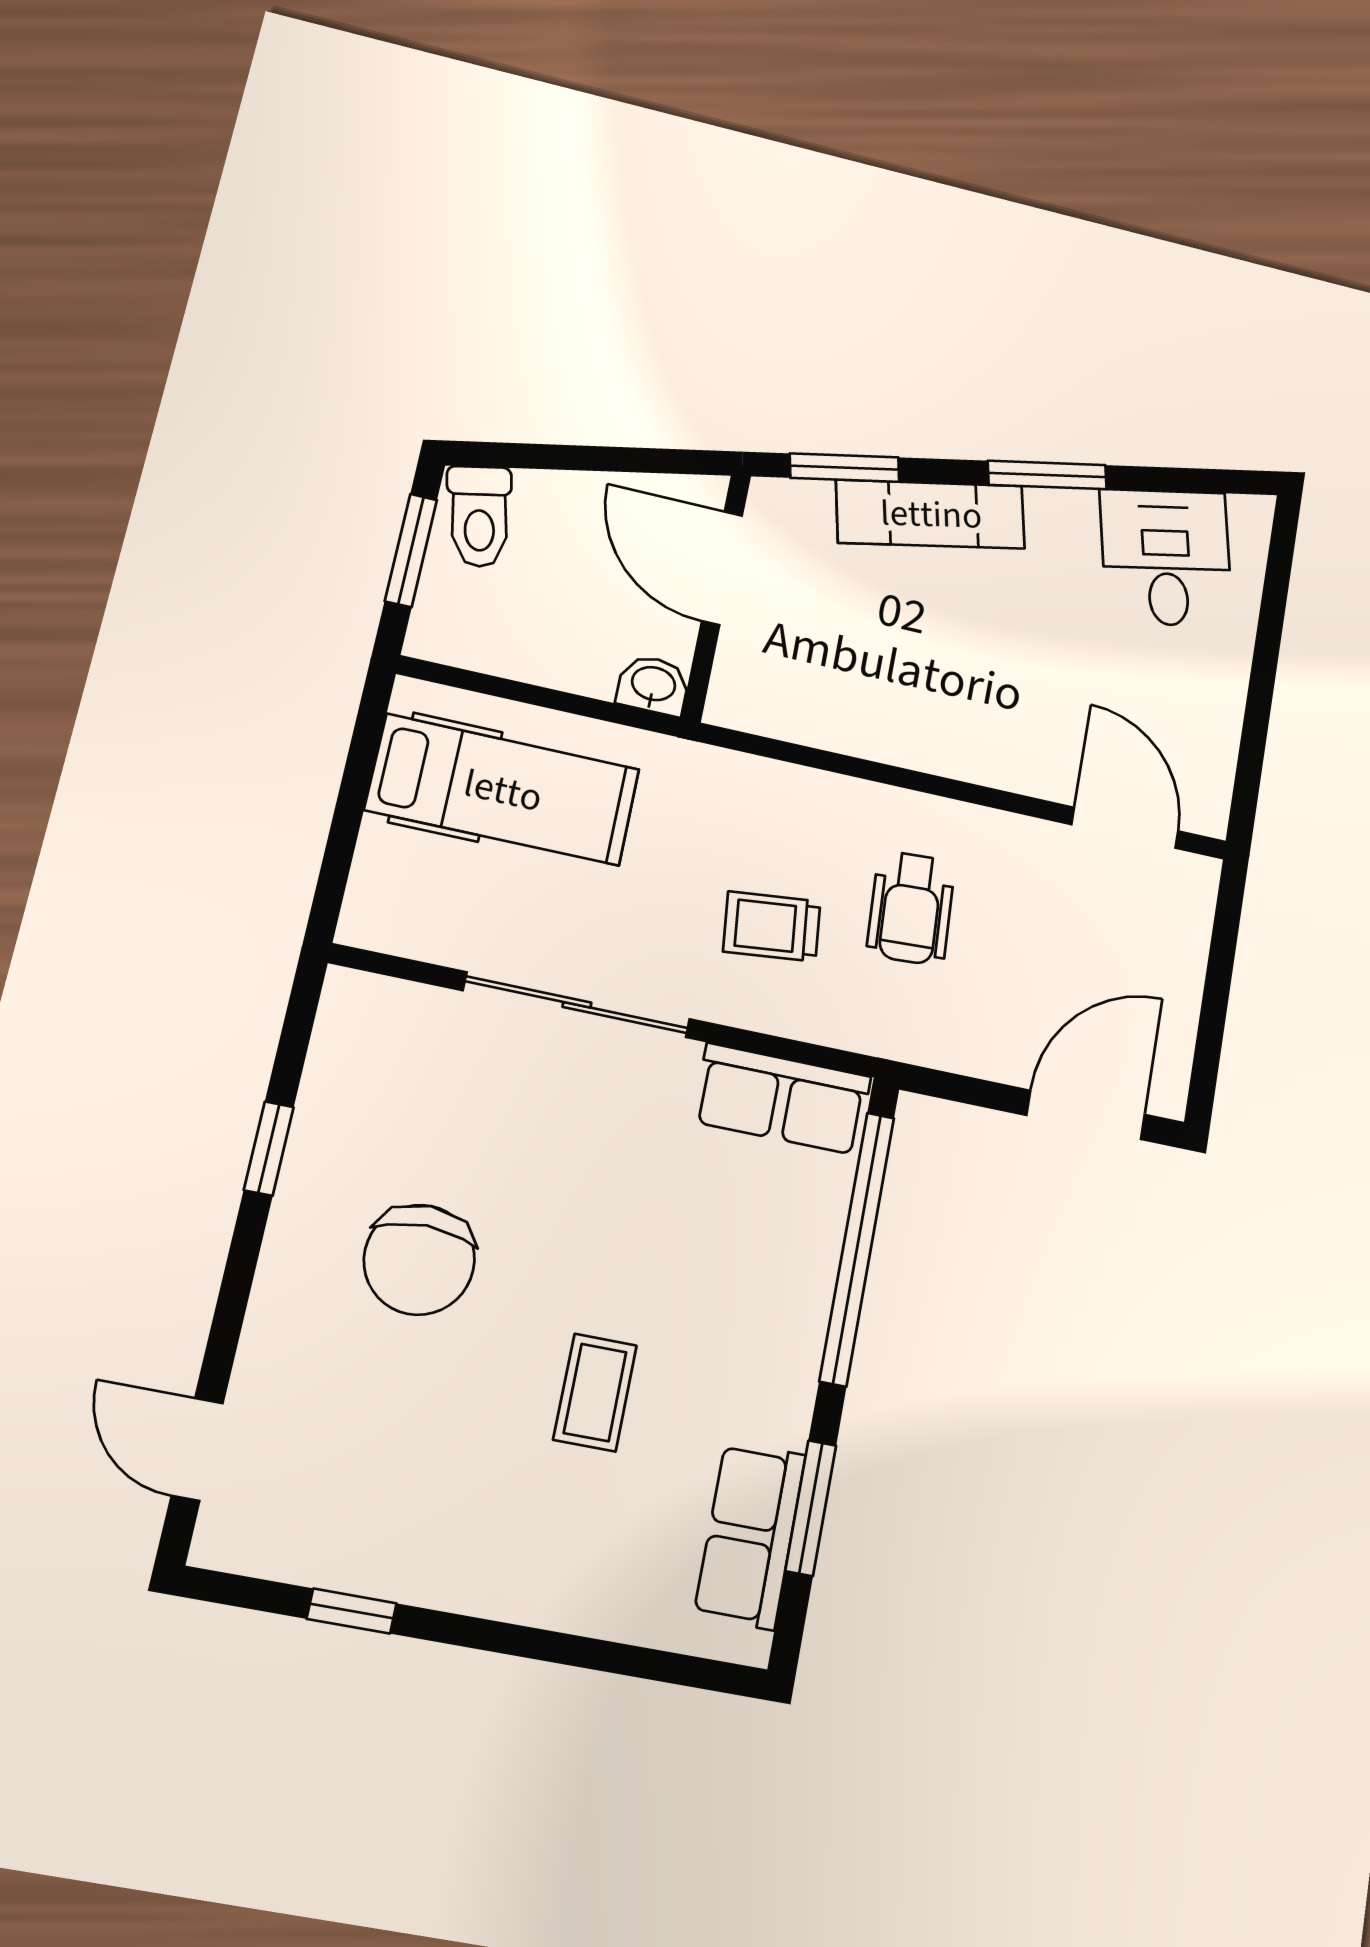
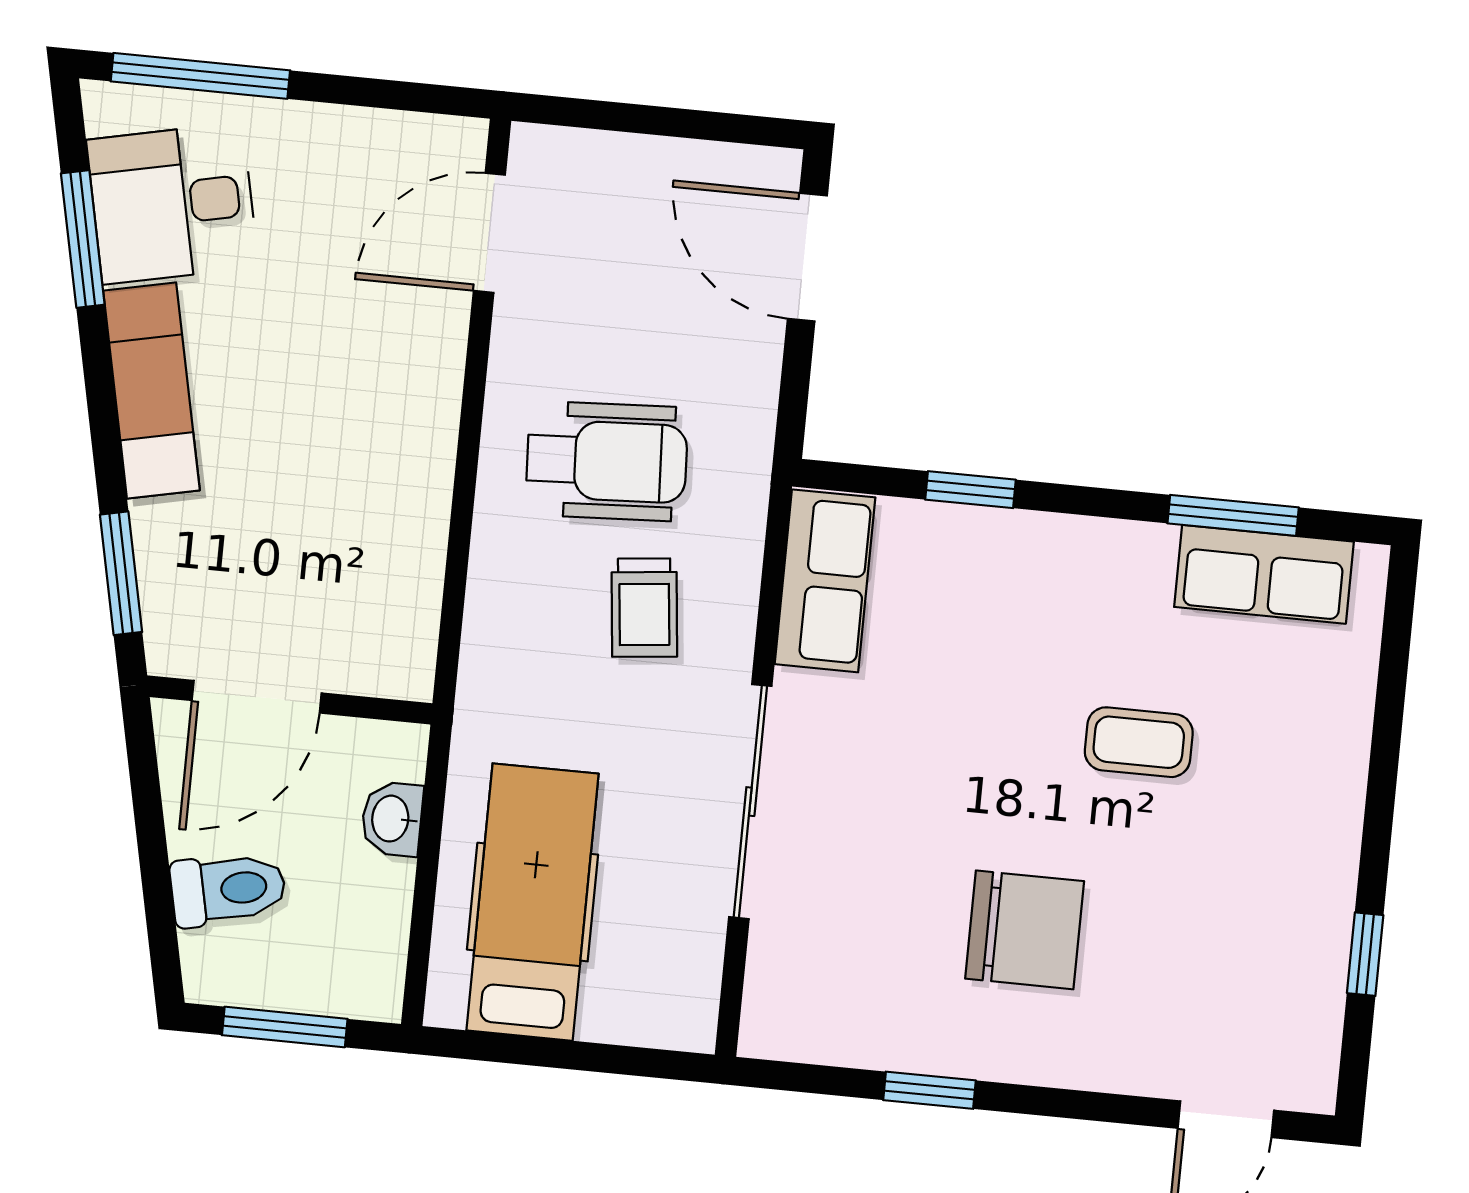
window: (1047, 475) -> (83, 239), moved
exam couch: (931, 514) -> (151, 391), moved
toilet: (479, 516) -> (228, 889), moved
window: (1274, 597) -> (200, 76), added
washbasin: (653, 685) -> (392, 819), moved
wheelchair: (911, 908) -> (607, 461), width x1.36, depth x1.37
window: (857, 1248) -> (970, 490), width x0.32

